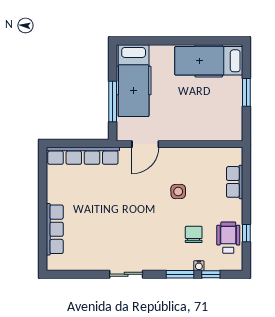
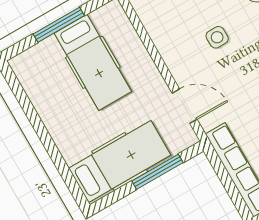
hospital bed: (209, 61) -> (93, 62), moved
window: (246, 92) -> (59, 25), width x1.44

